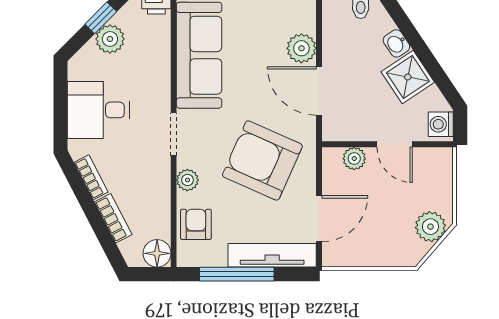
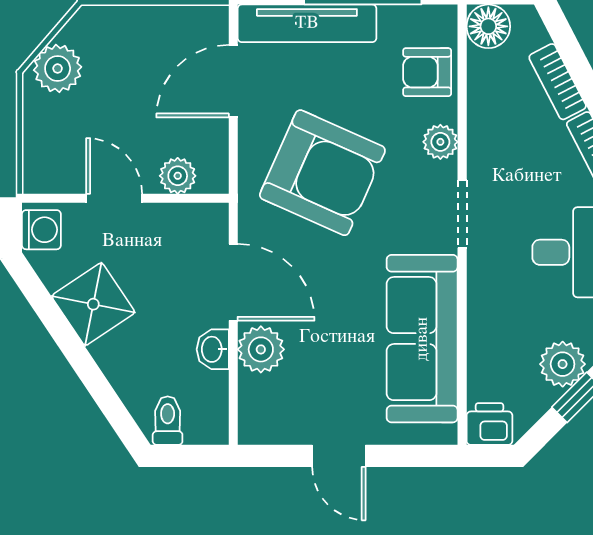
washbasin: (396, 43) -> (213, 349), moved, turned -146
armchair: (196, 224) -> (427, 72), turned 90

